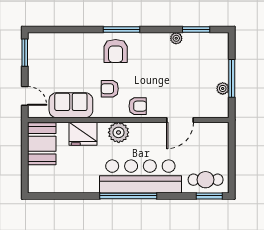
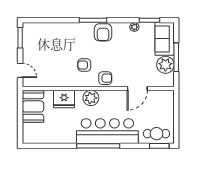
armchair: (116, 51) -> (103, 32), moved
plant: (223, 88) -> (165, 65), width x1.87, depth x1.87
sofa: (71, 105) -> (165, 39), moved, turned -90

